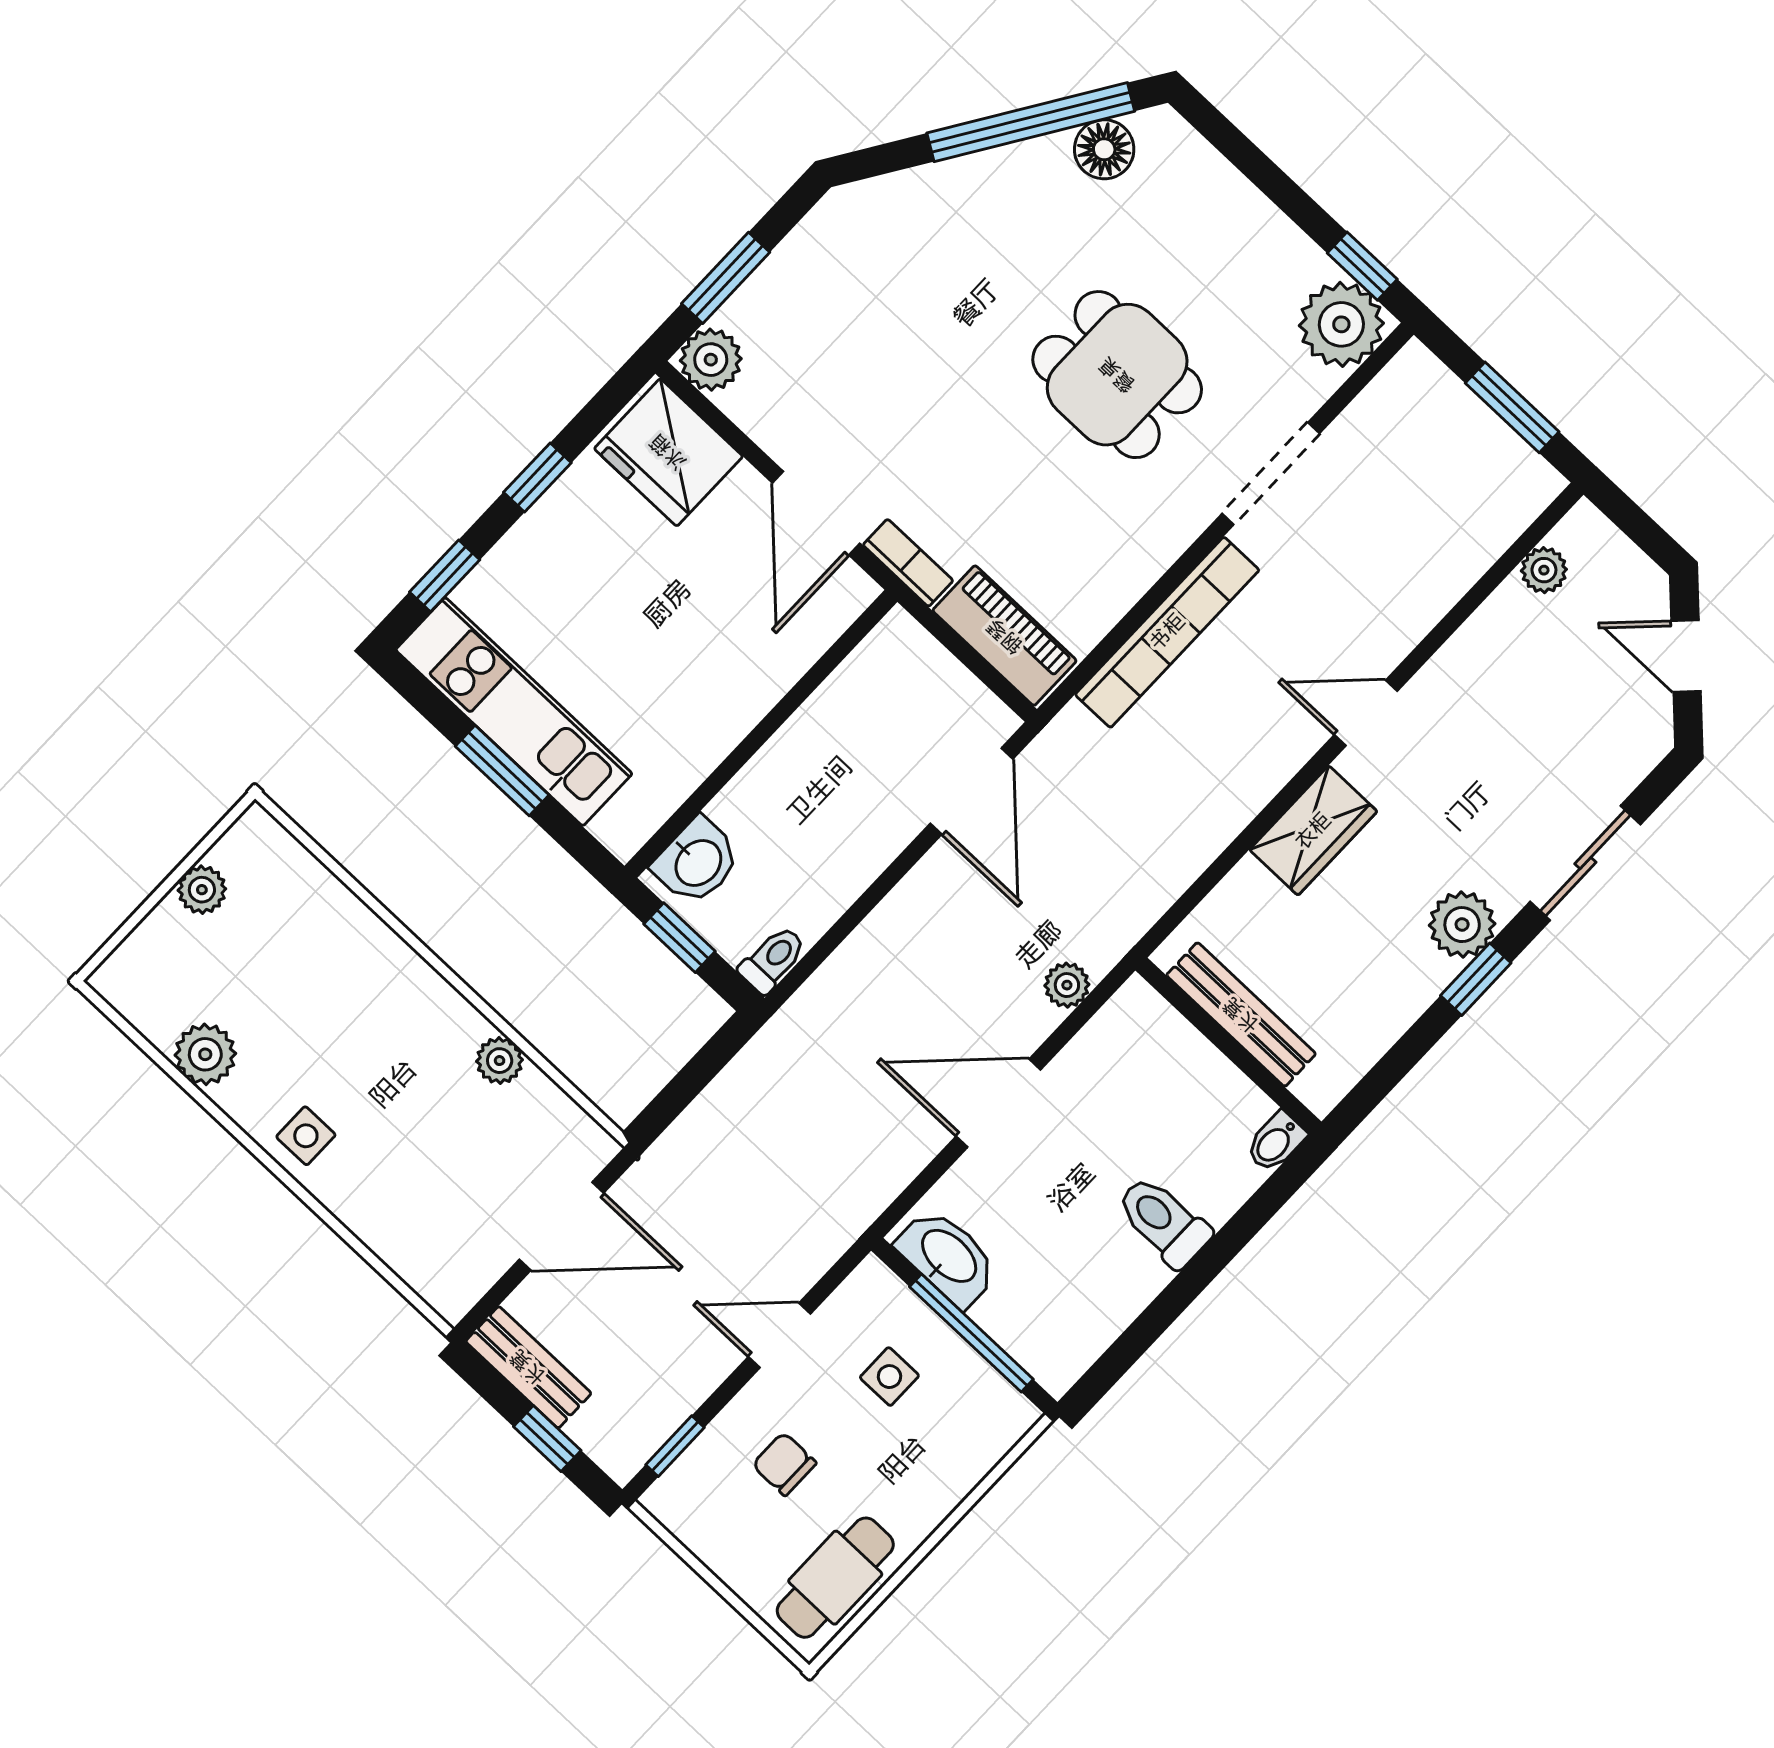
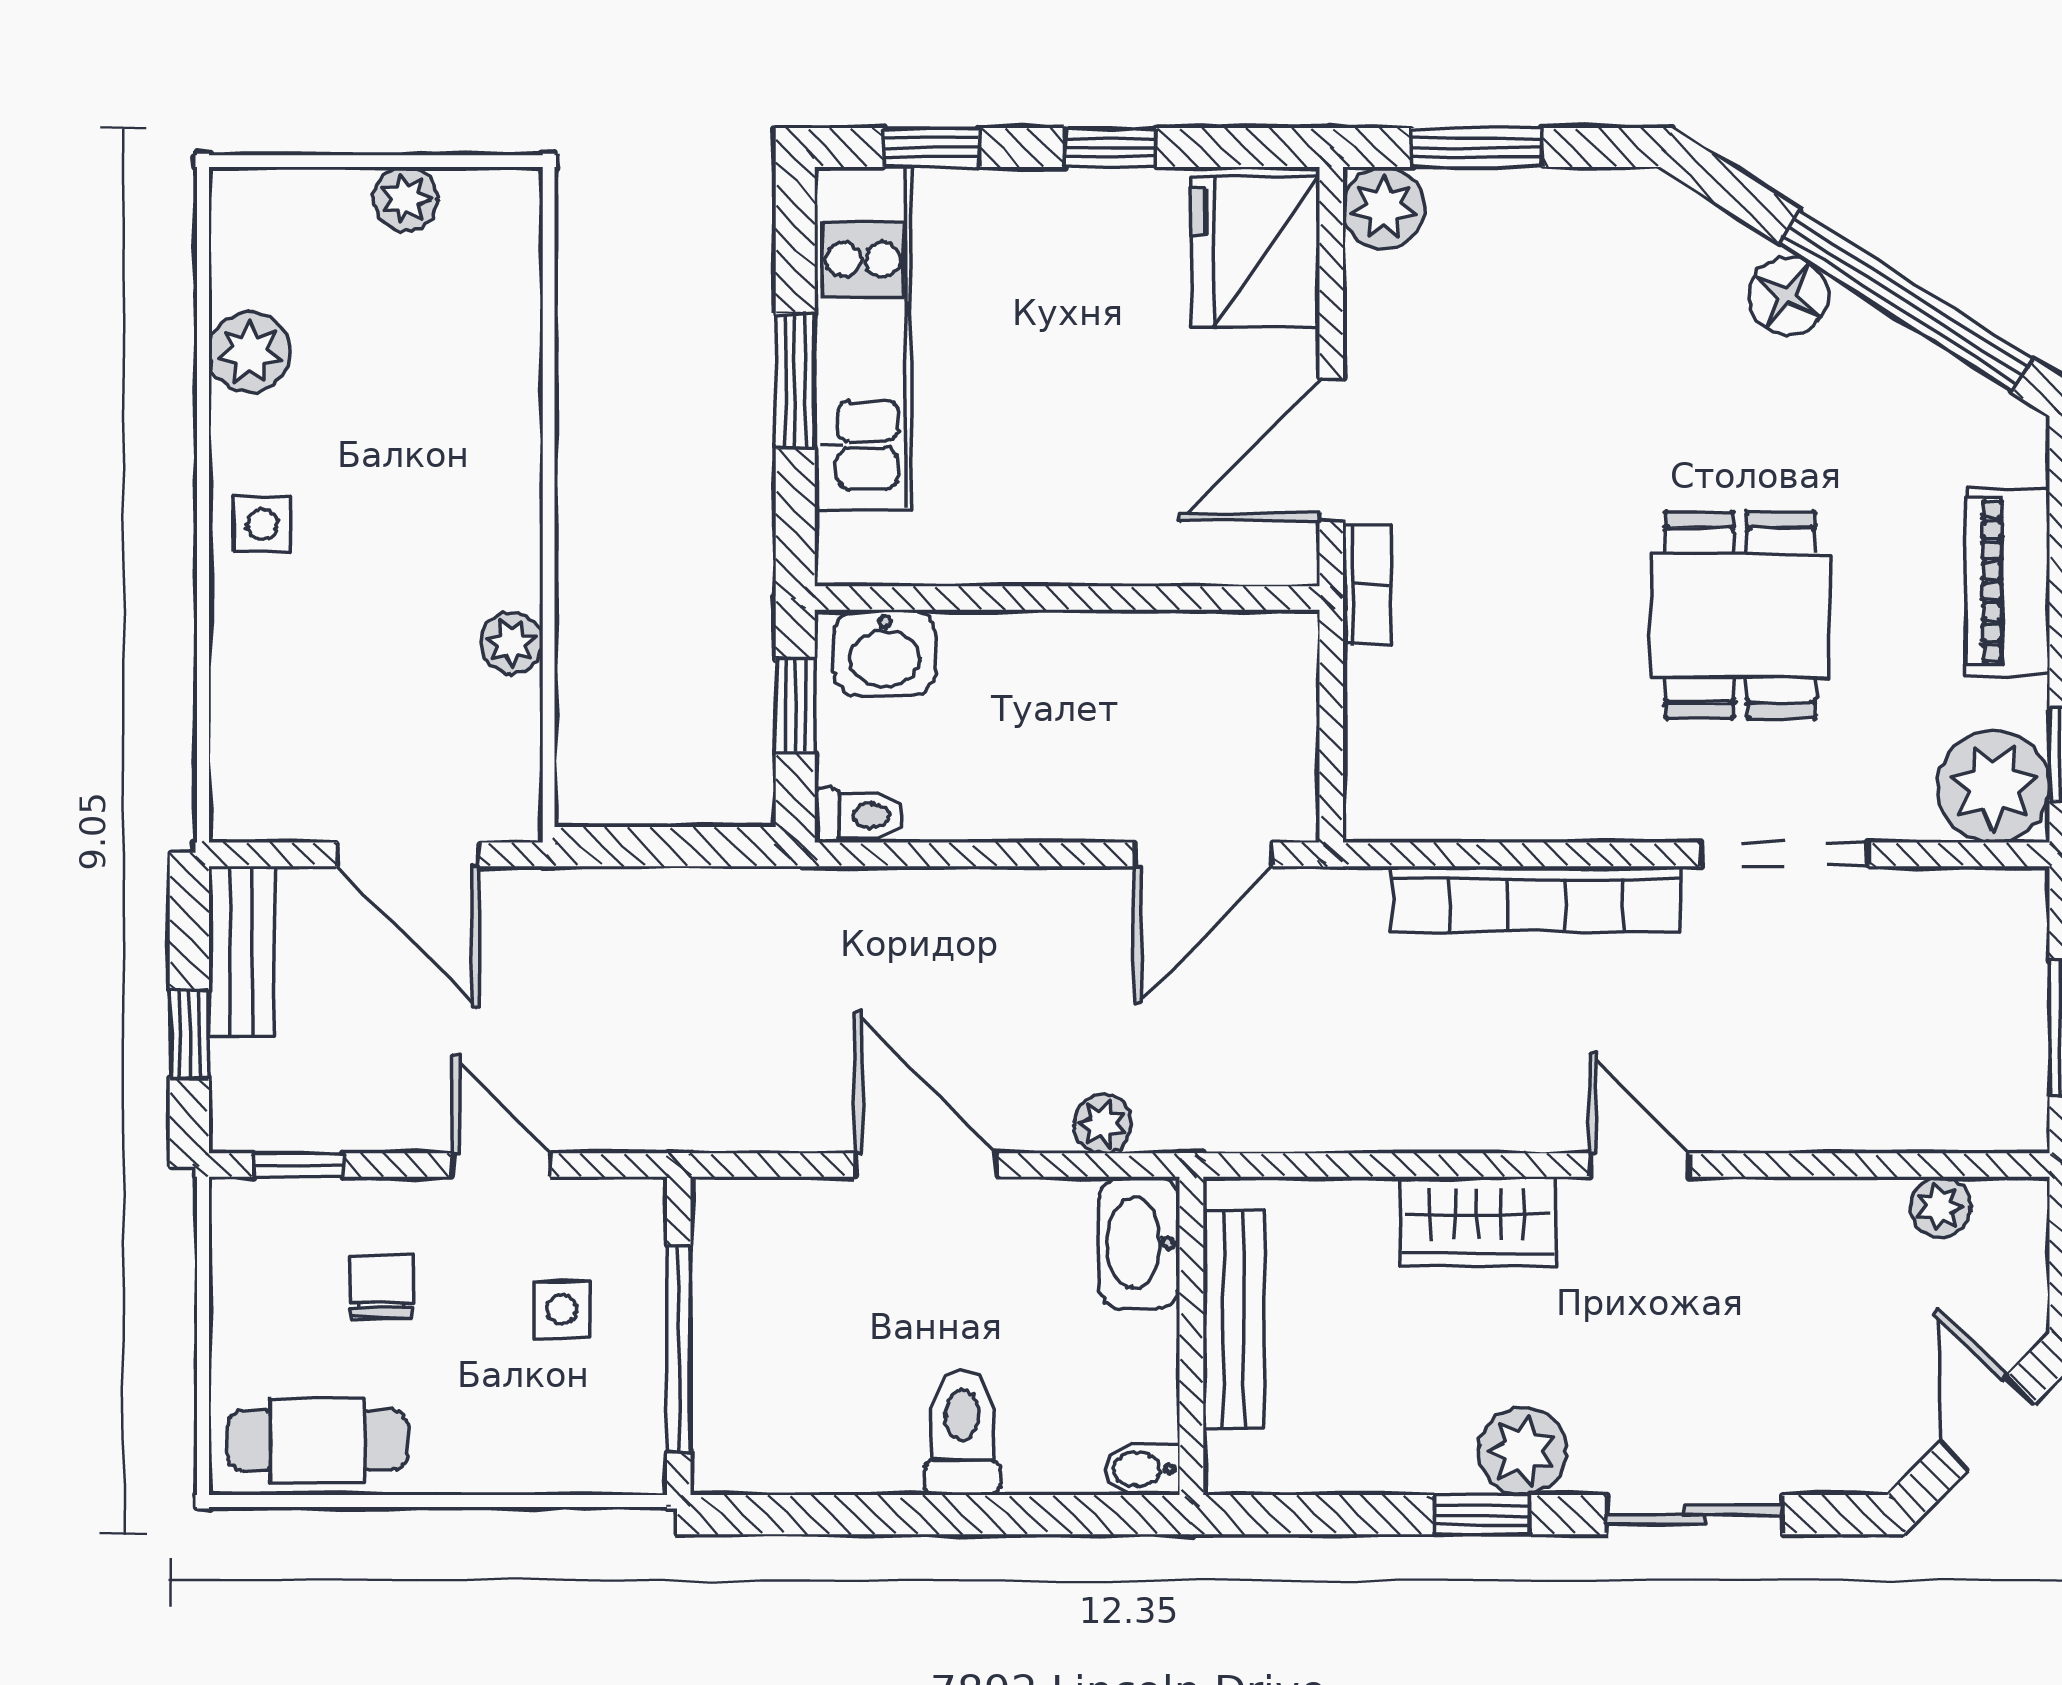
floor lamp: (1104, 149) -> (1788, 296), moved
piano: (1005, 636) -> (2008, 581), moved, turned 180
washbasin: (948, 1257) -> (1139, 1243), moved, turned 180

